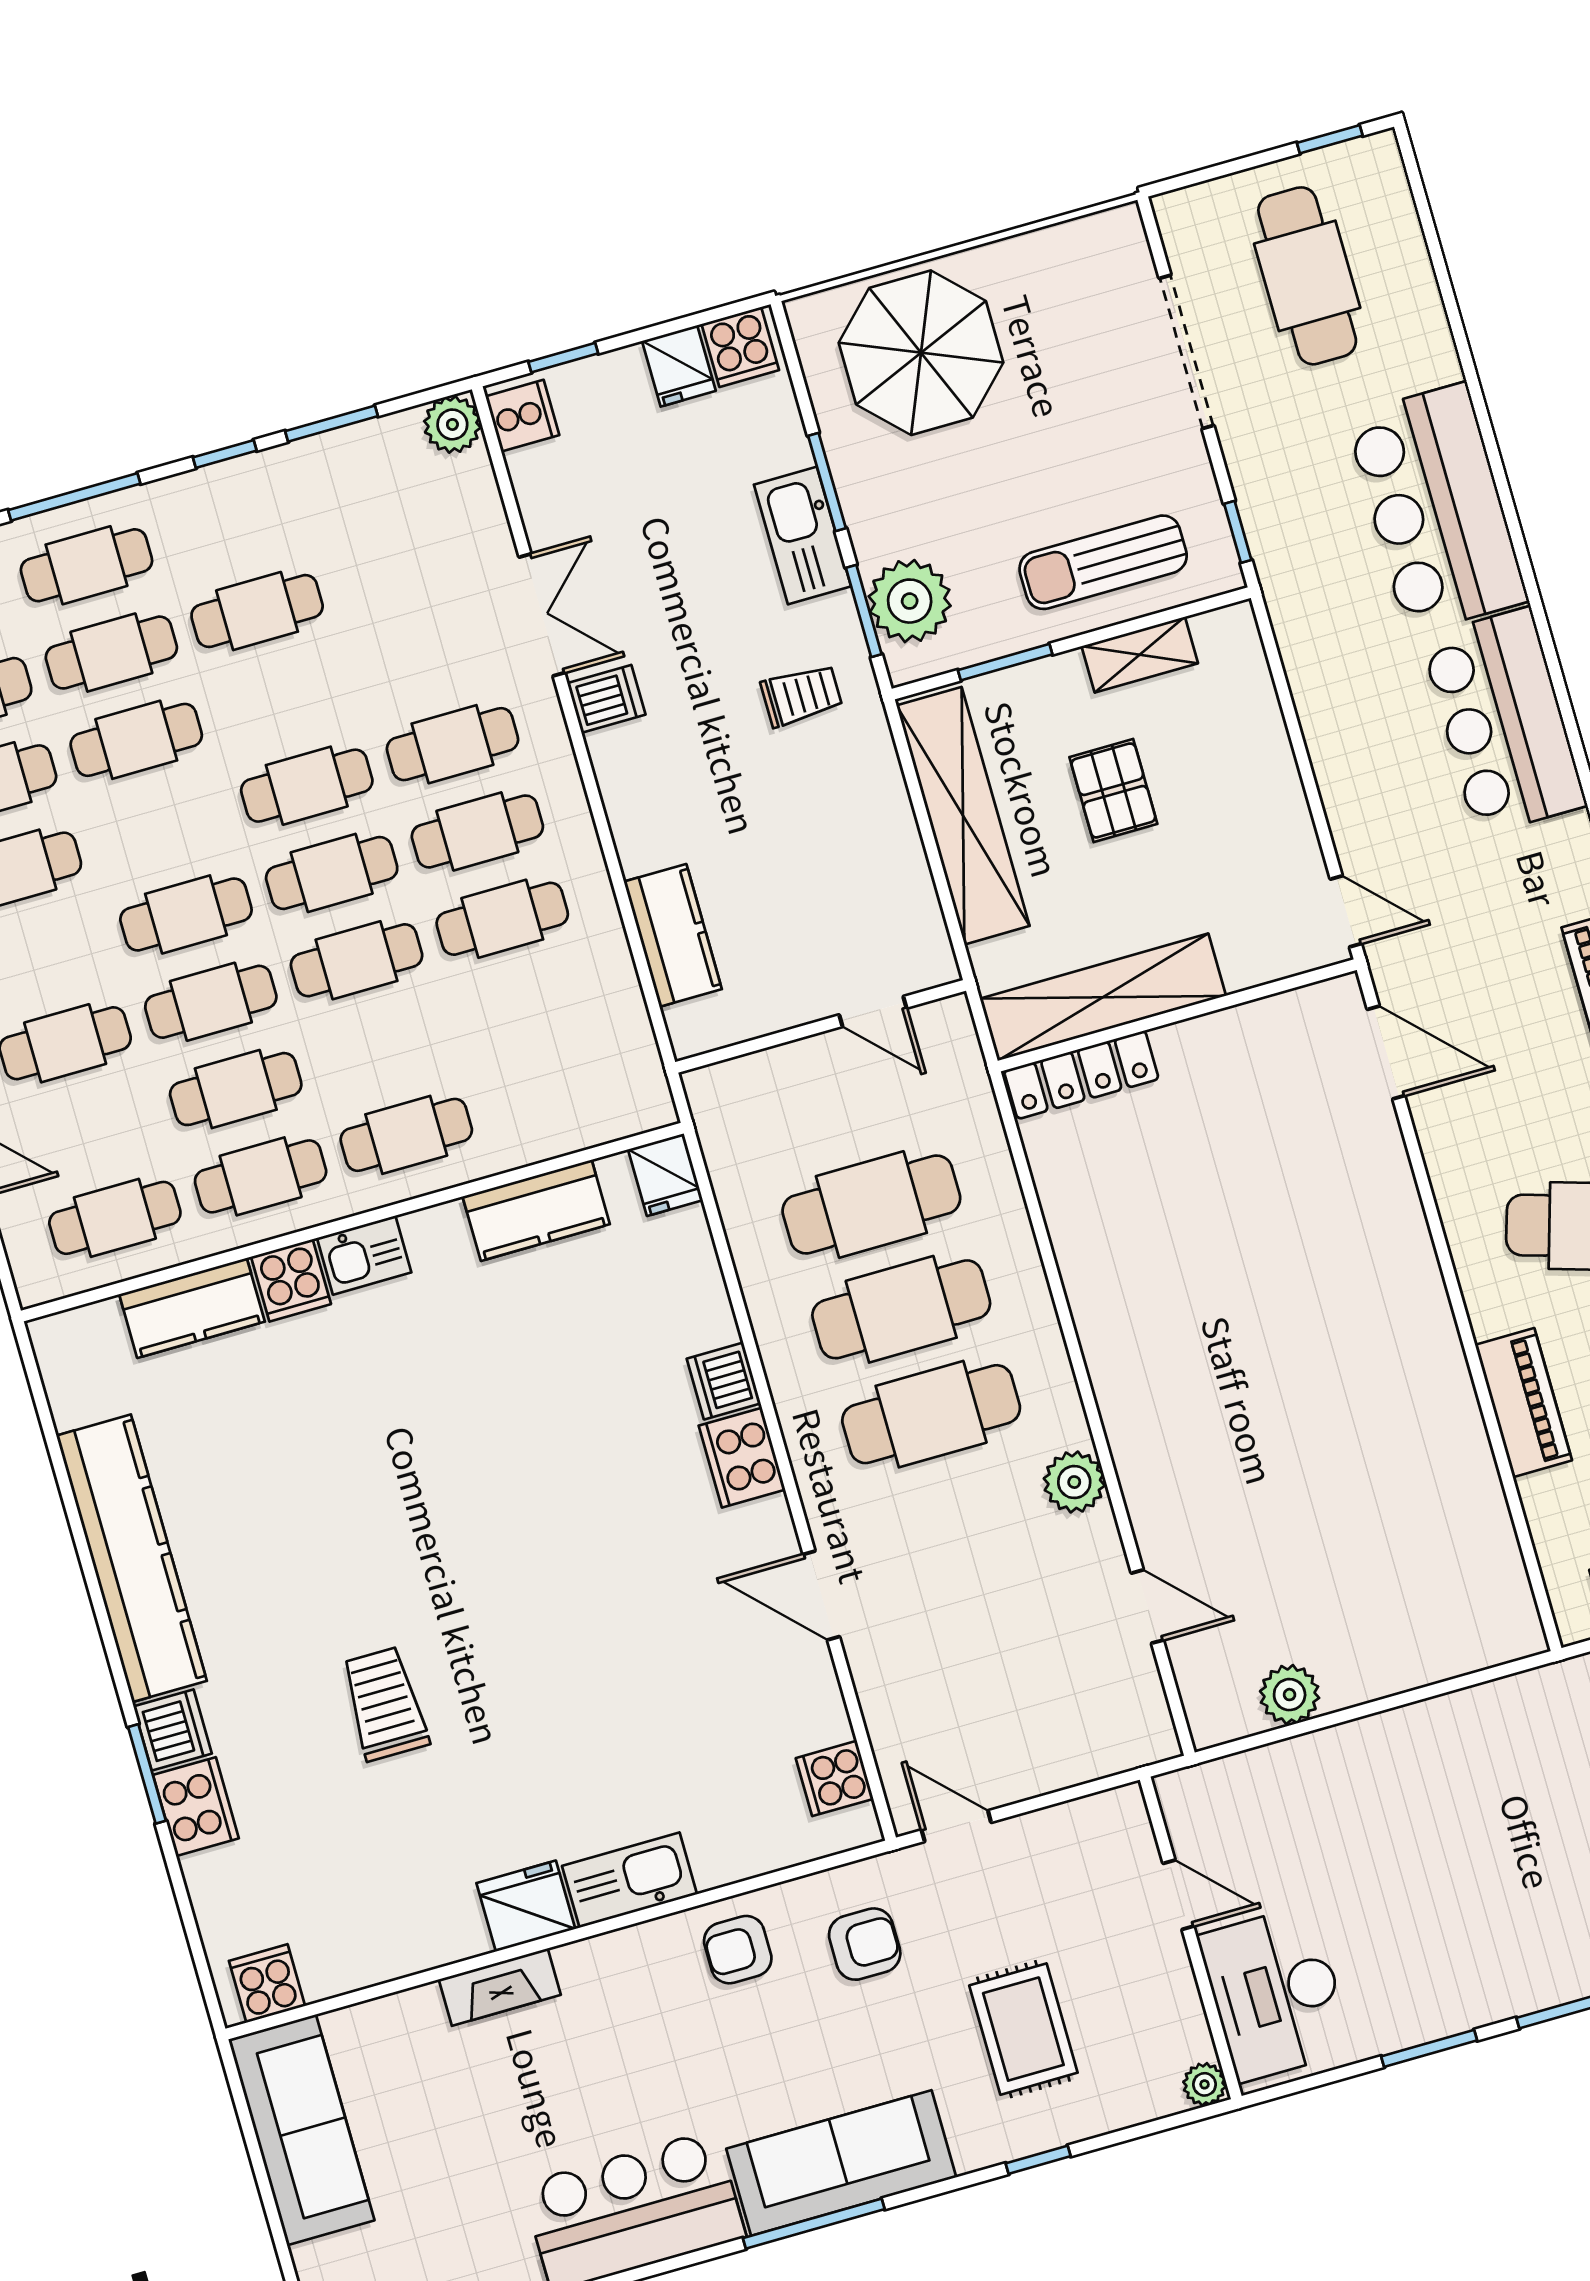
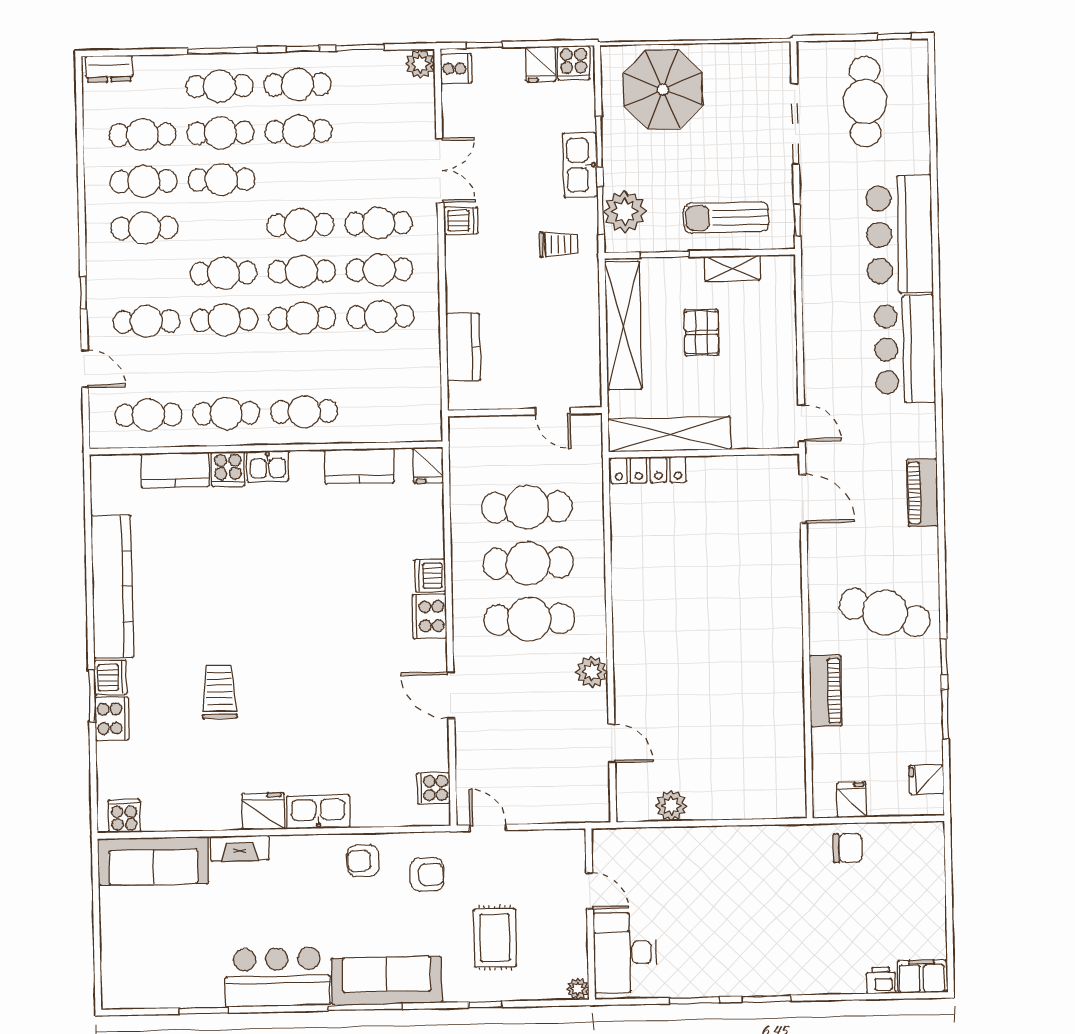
cafe table: (236, 1089) -> (298, 85), moved
sofa: (301, 2130) -> (153, 861), moved, turned 90

